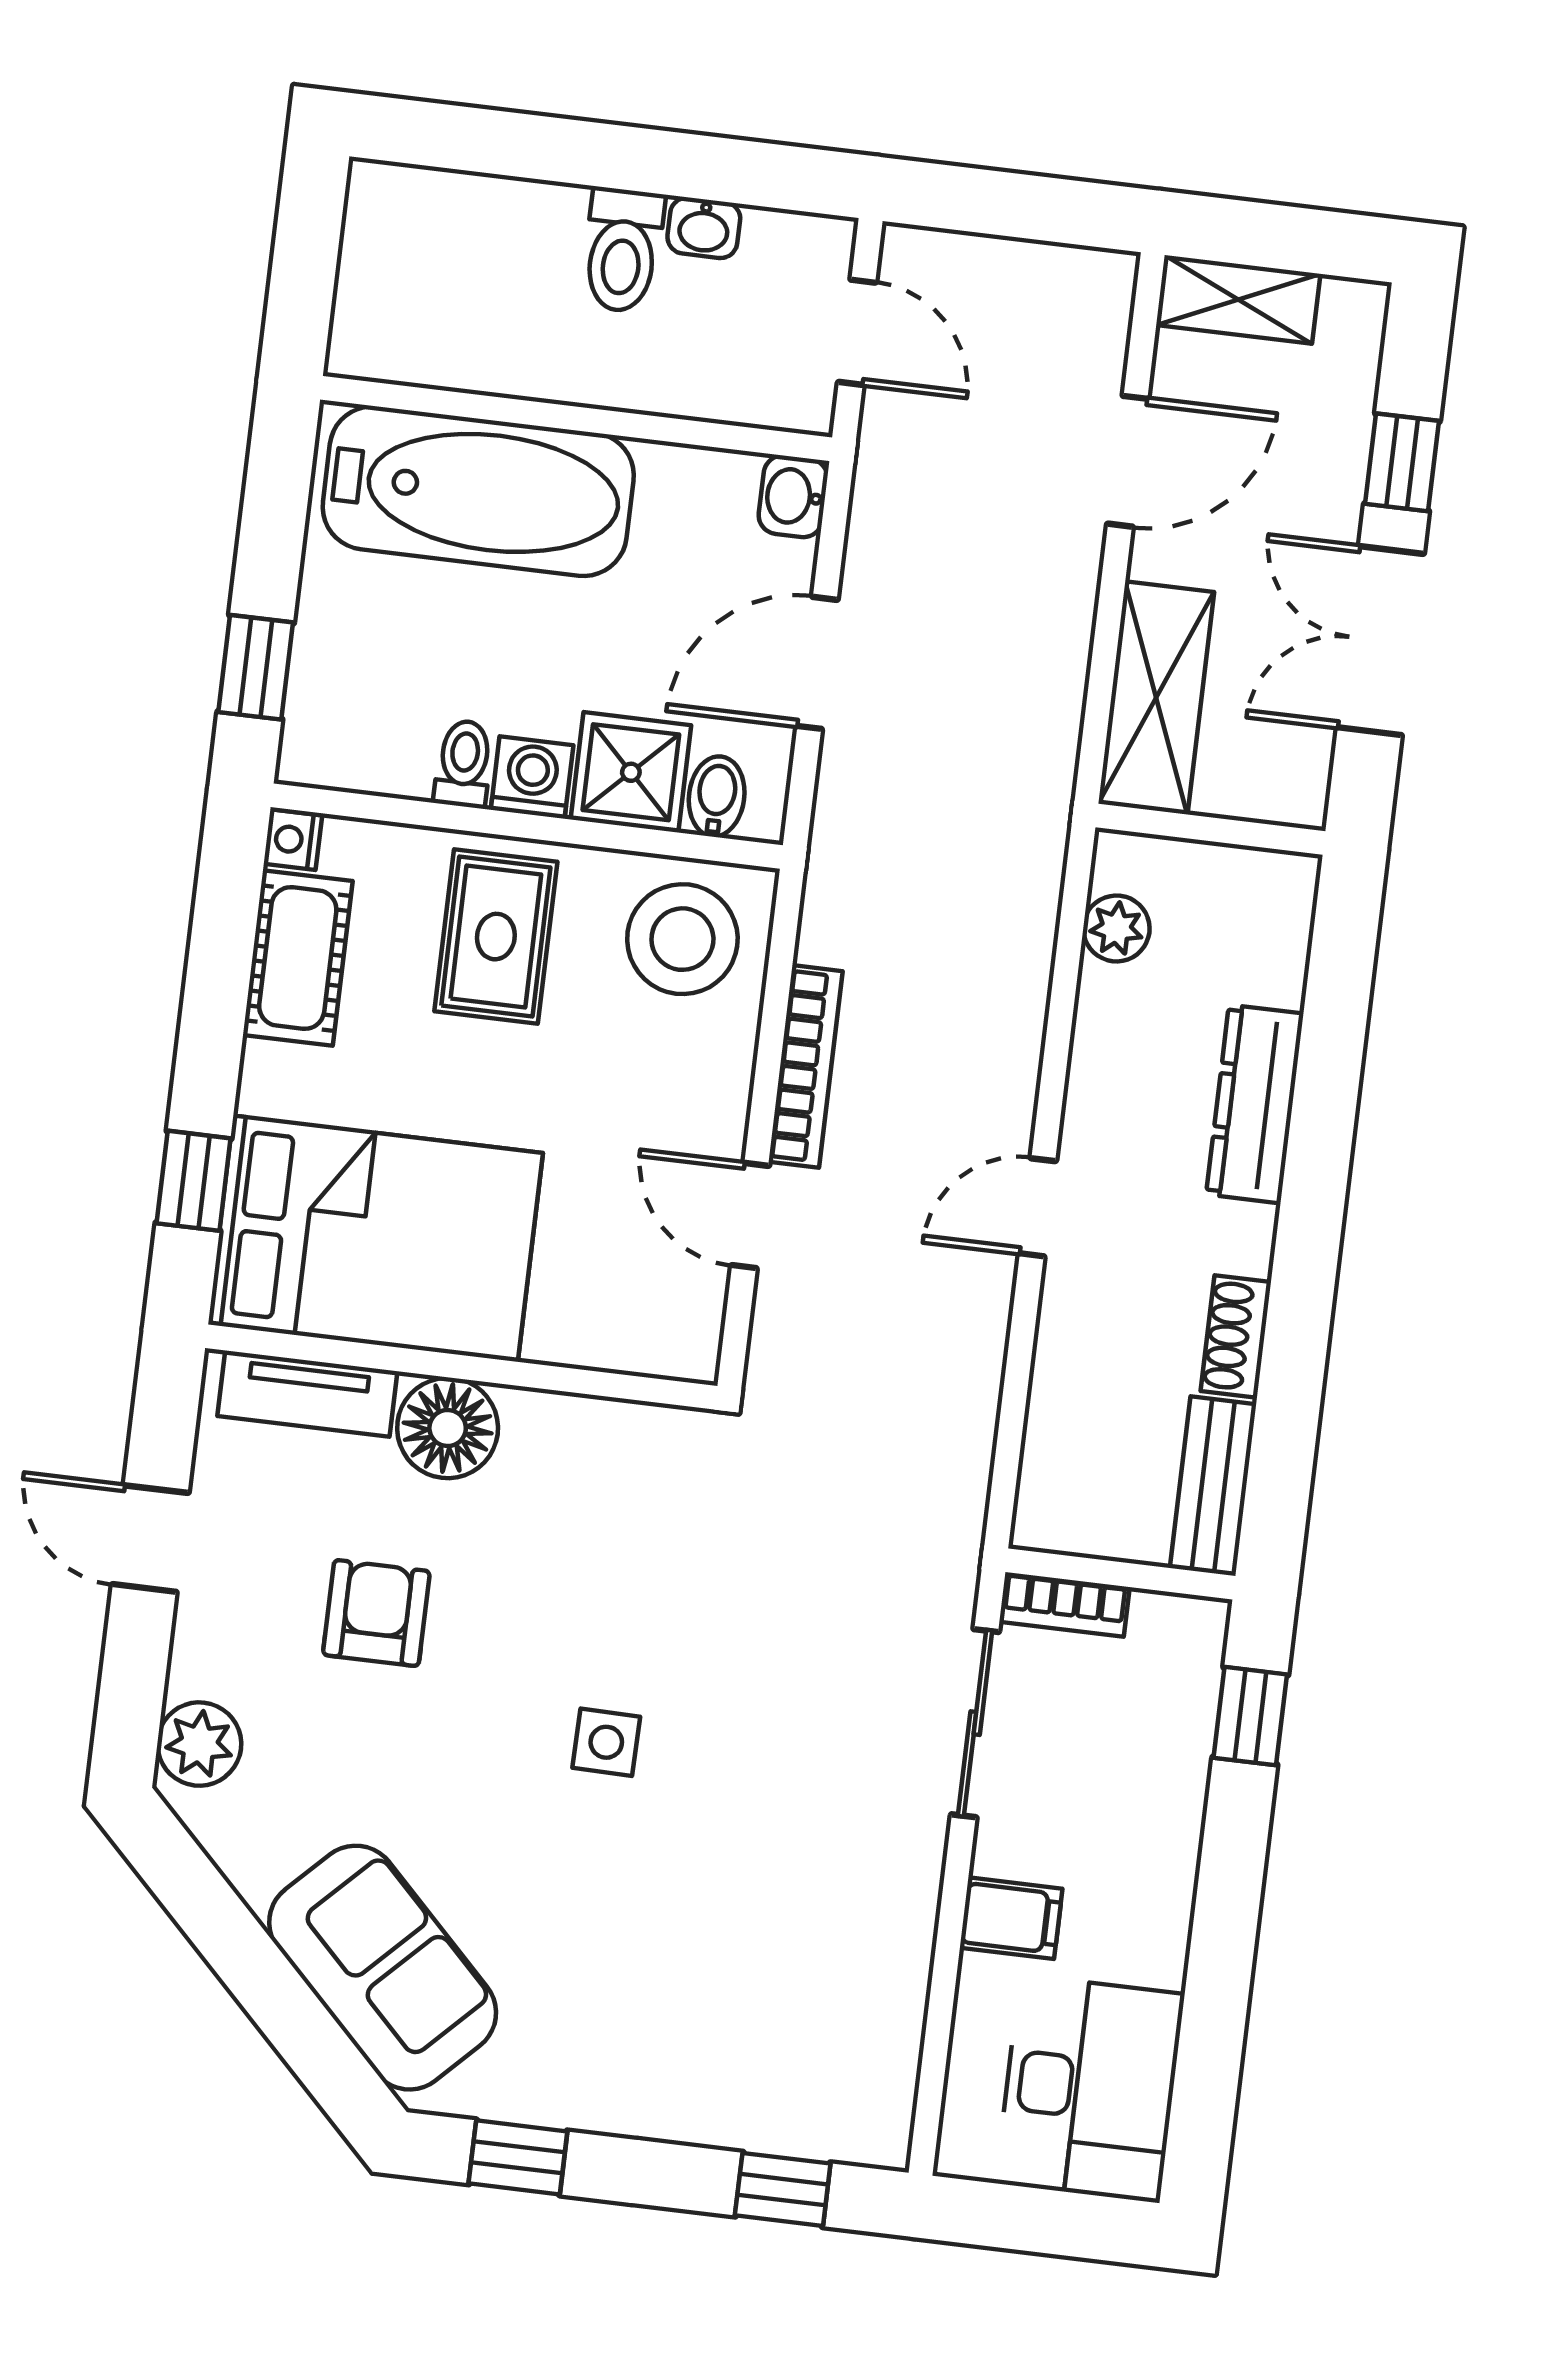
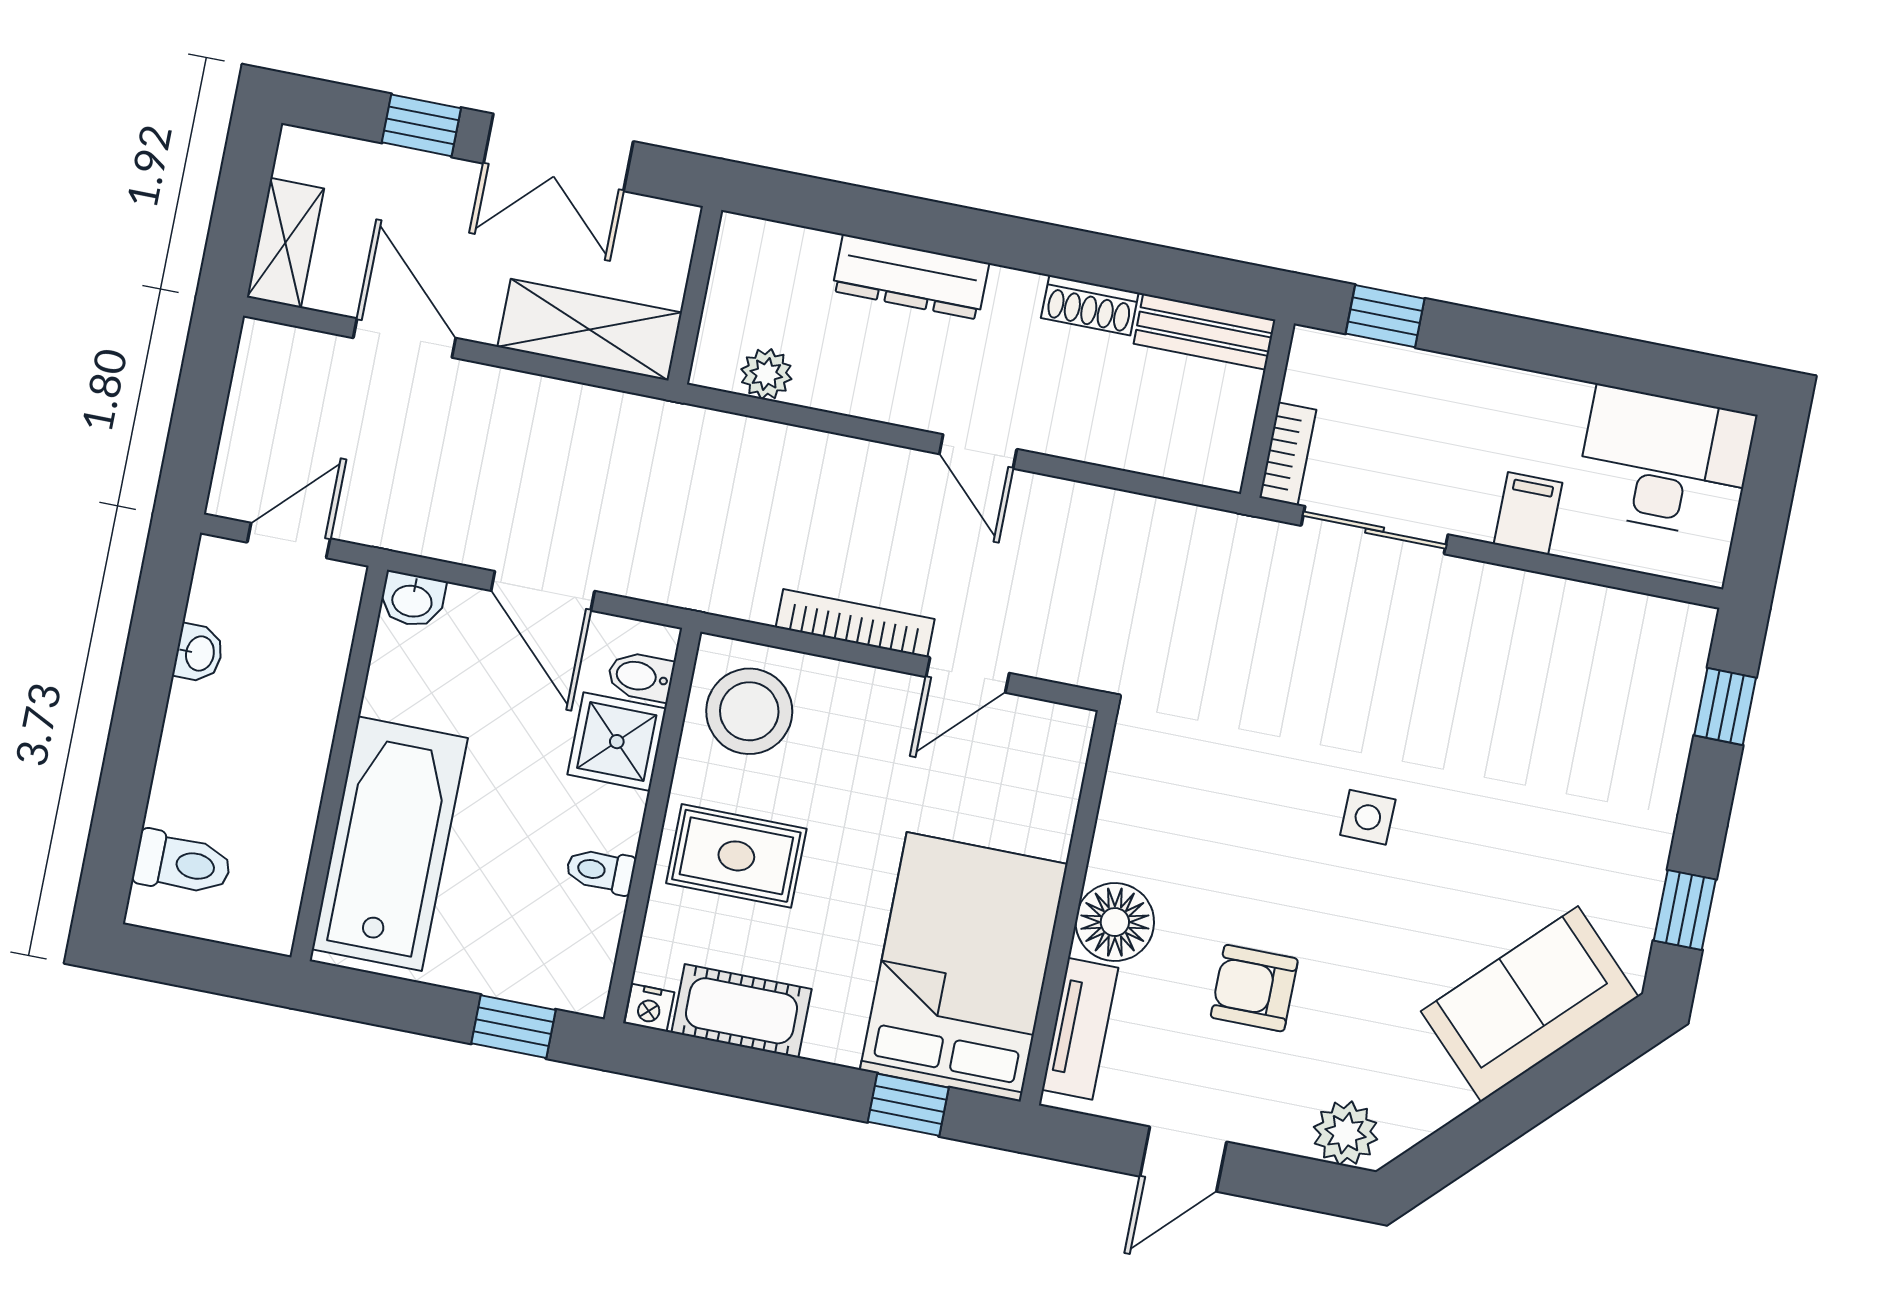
toilet: (623, 250) -> (182, 864), moved
washing machine: (532, 777) -> (615, 819), removed

